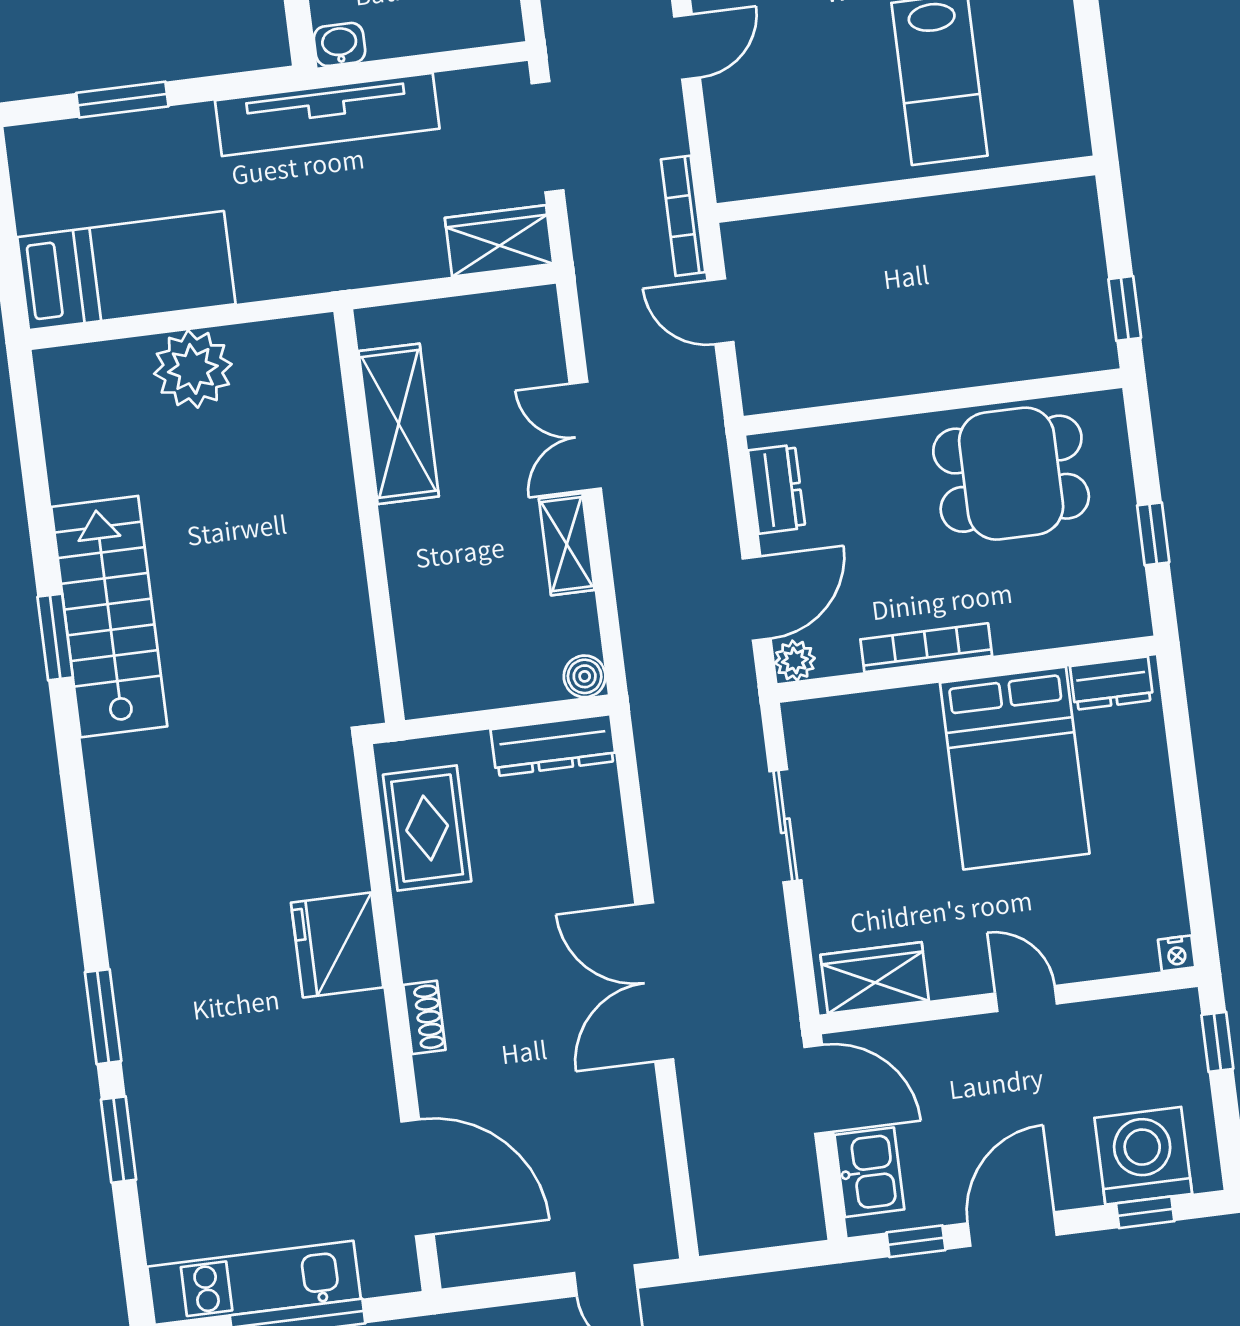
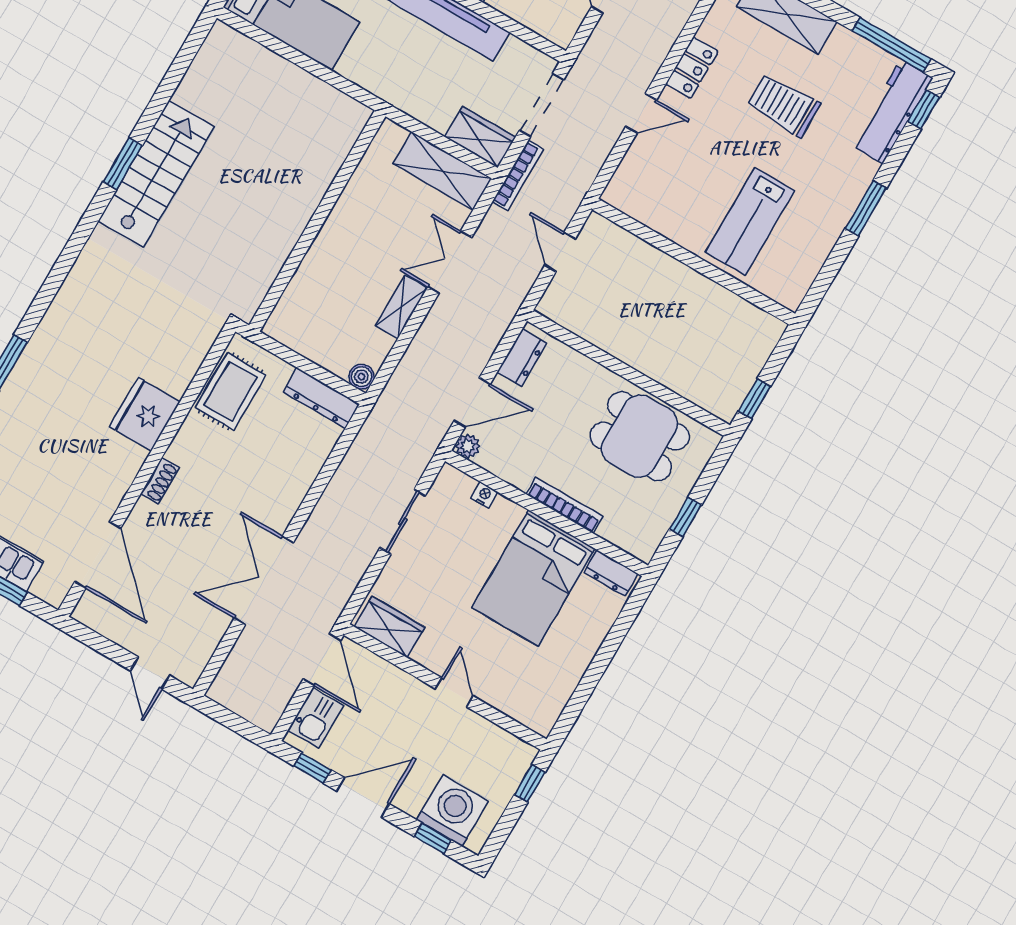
bookcase: (683, 216) -> (518, 176), moved, turned 180
plant: (193, 369) -> (287, 86), removed
shelving: (399, 424) -> (442, 171), moved, turned 90
bookcase: (926, 648) -> (565, 505), moved
nightstand: (1177, 953) -> (484, 495), moved, turned 180
double door: (654, 982) -> (264, 580), moved

